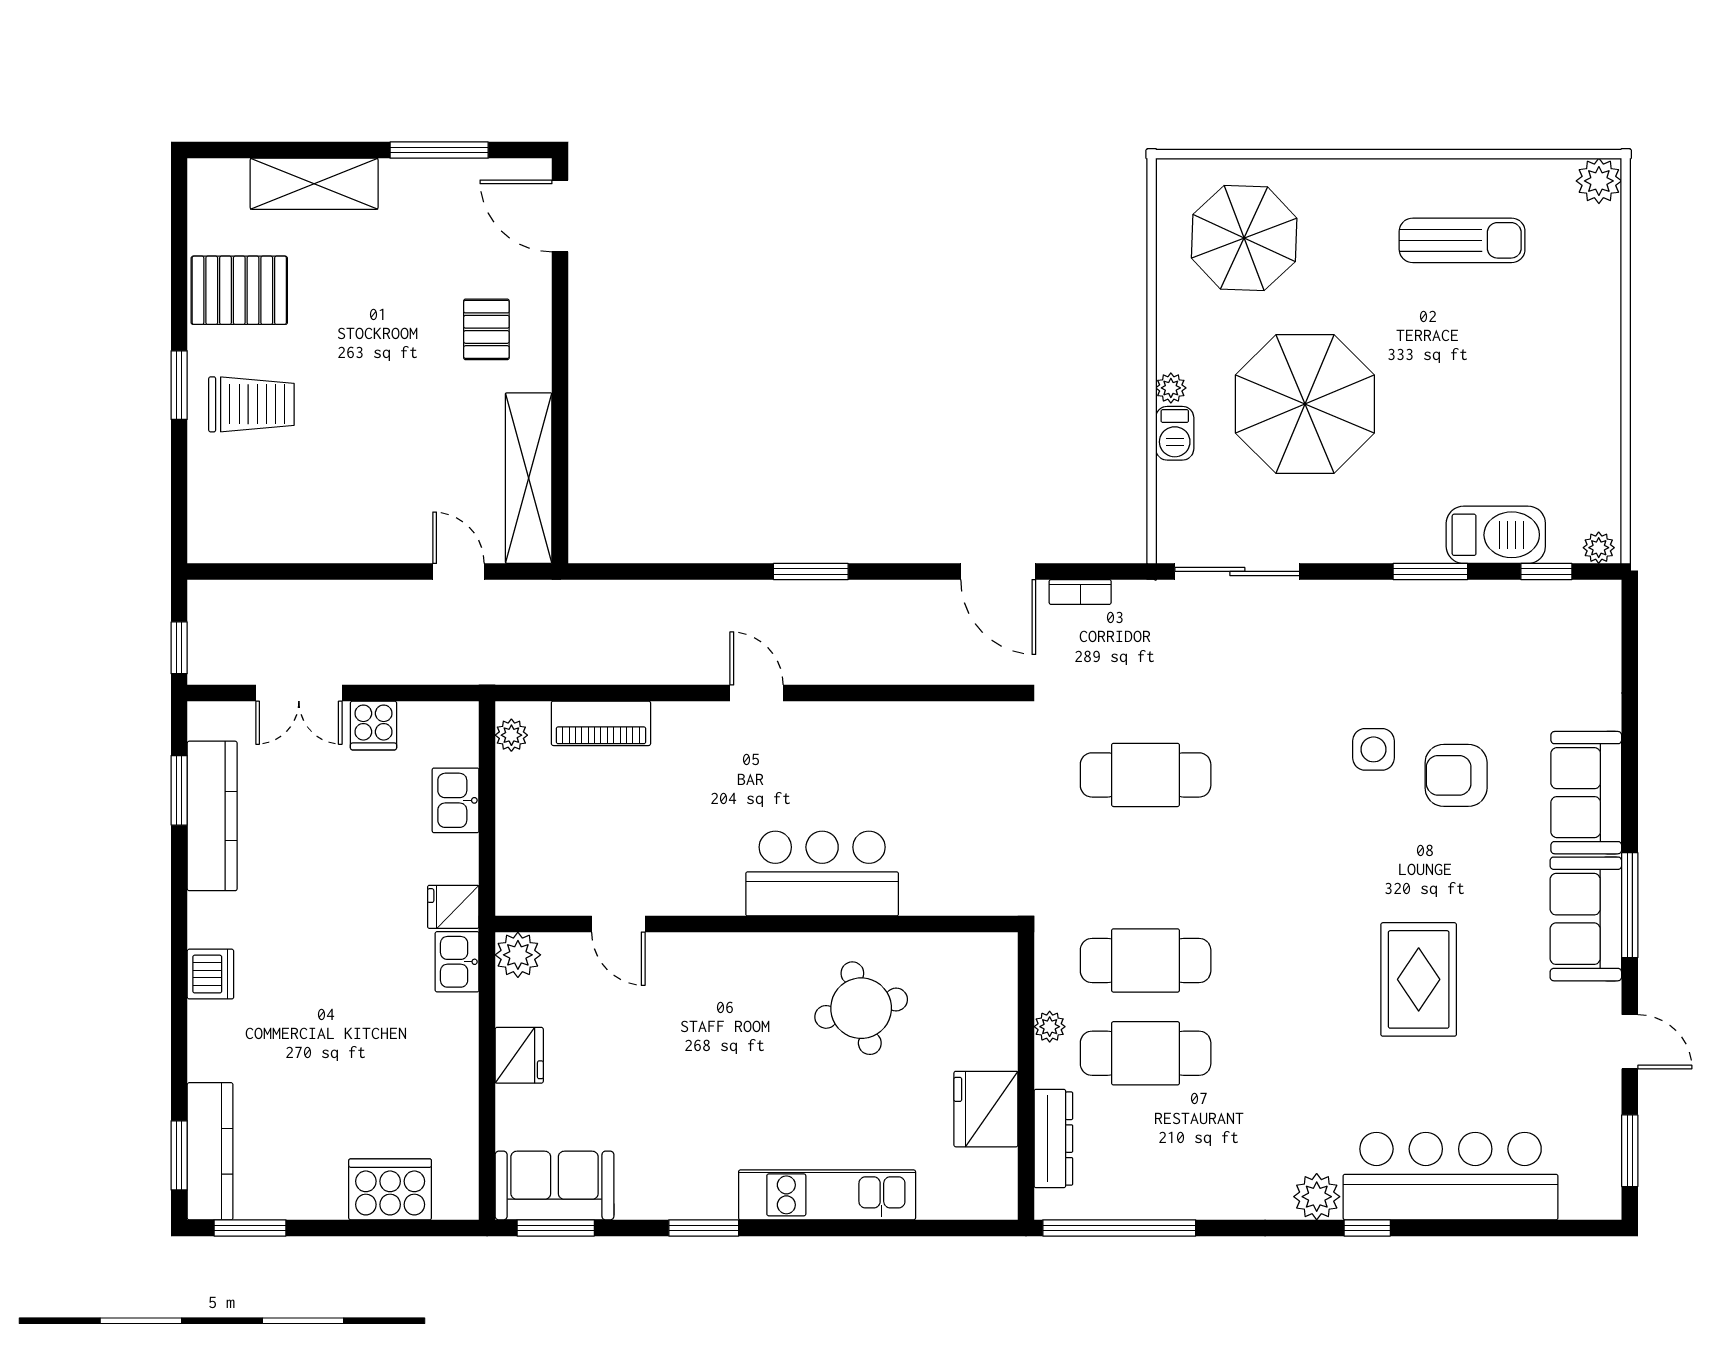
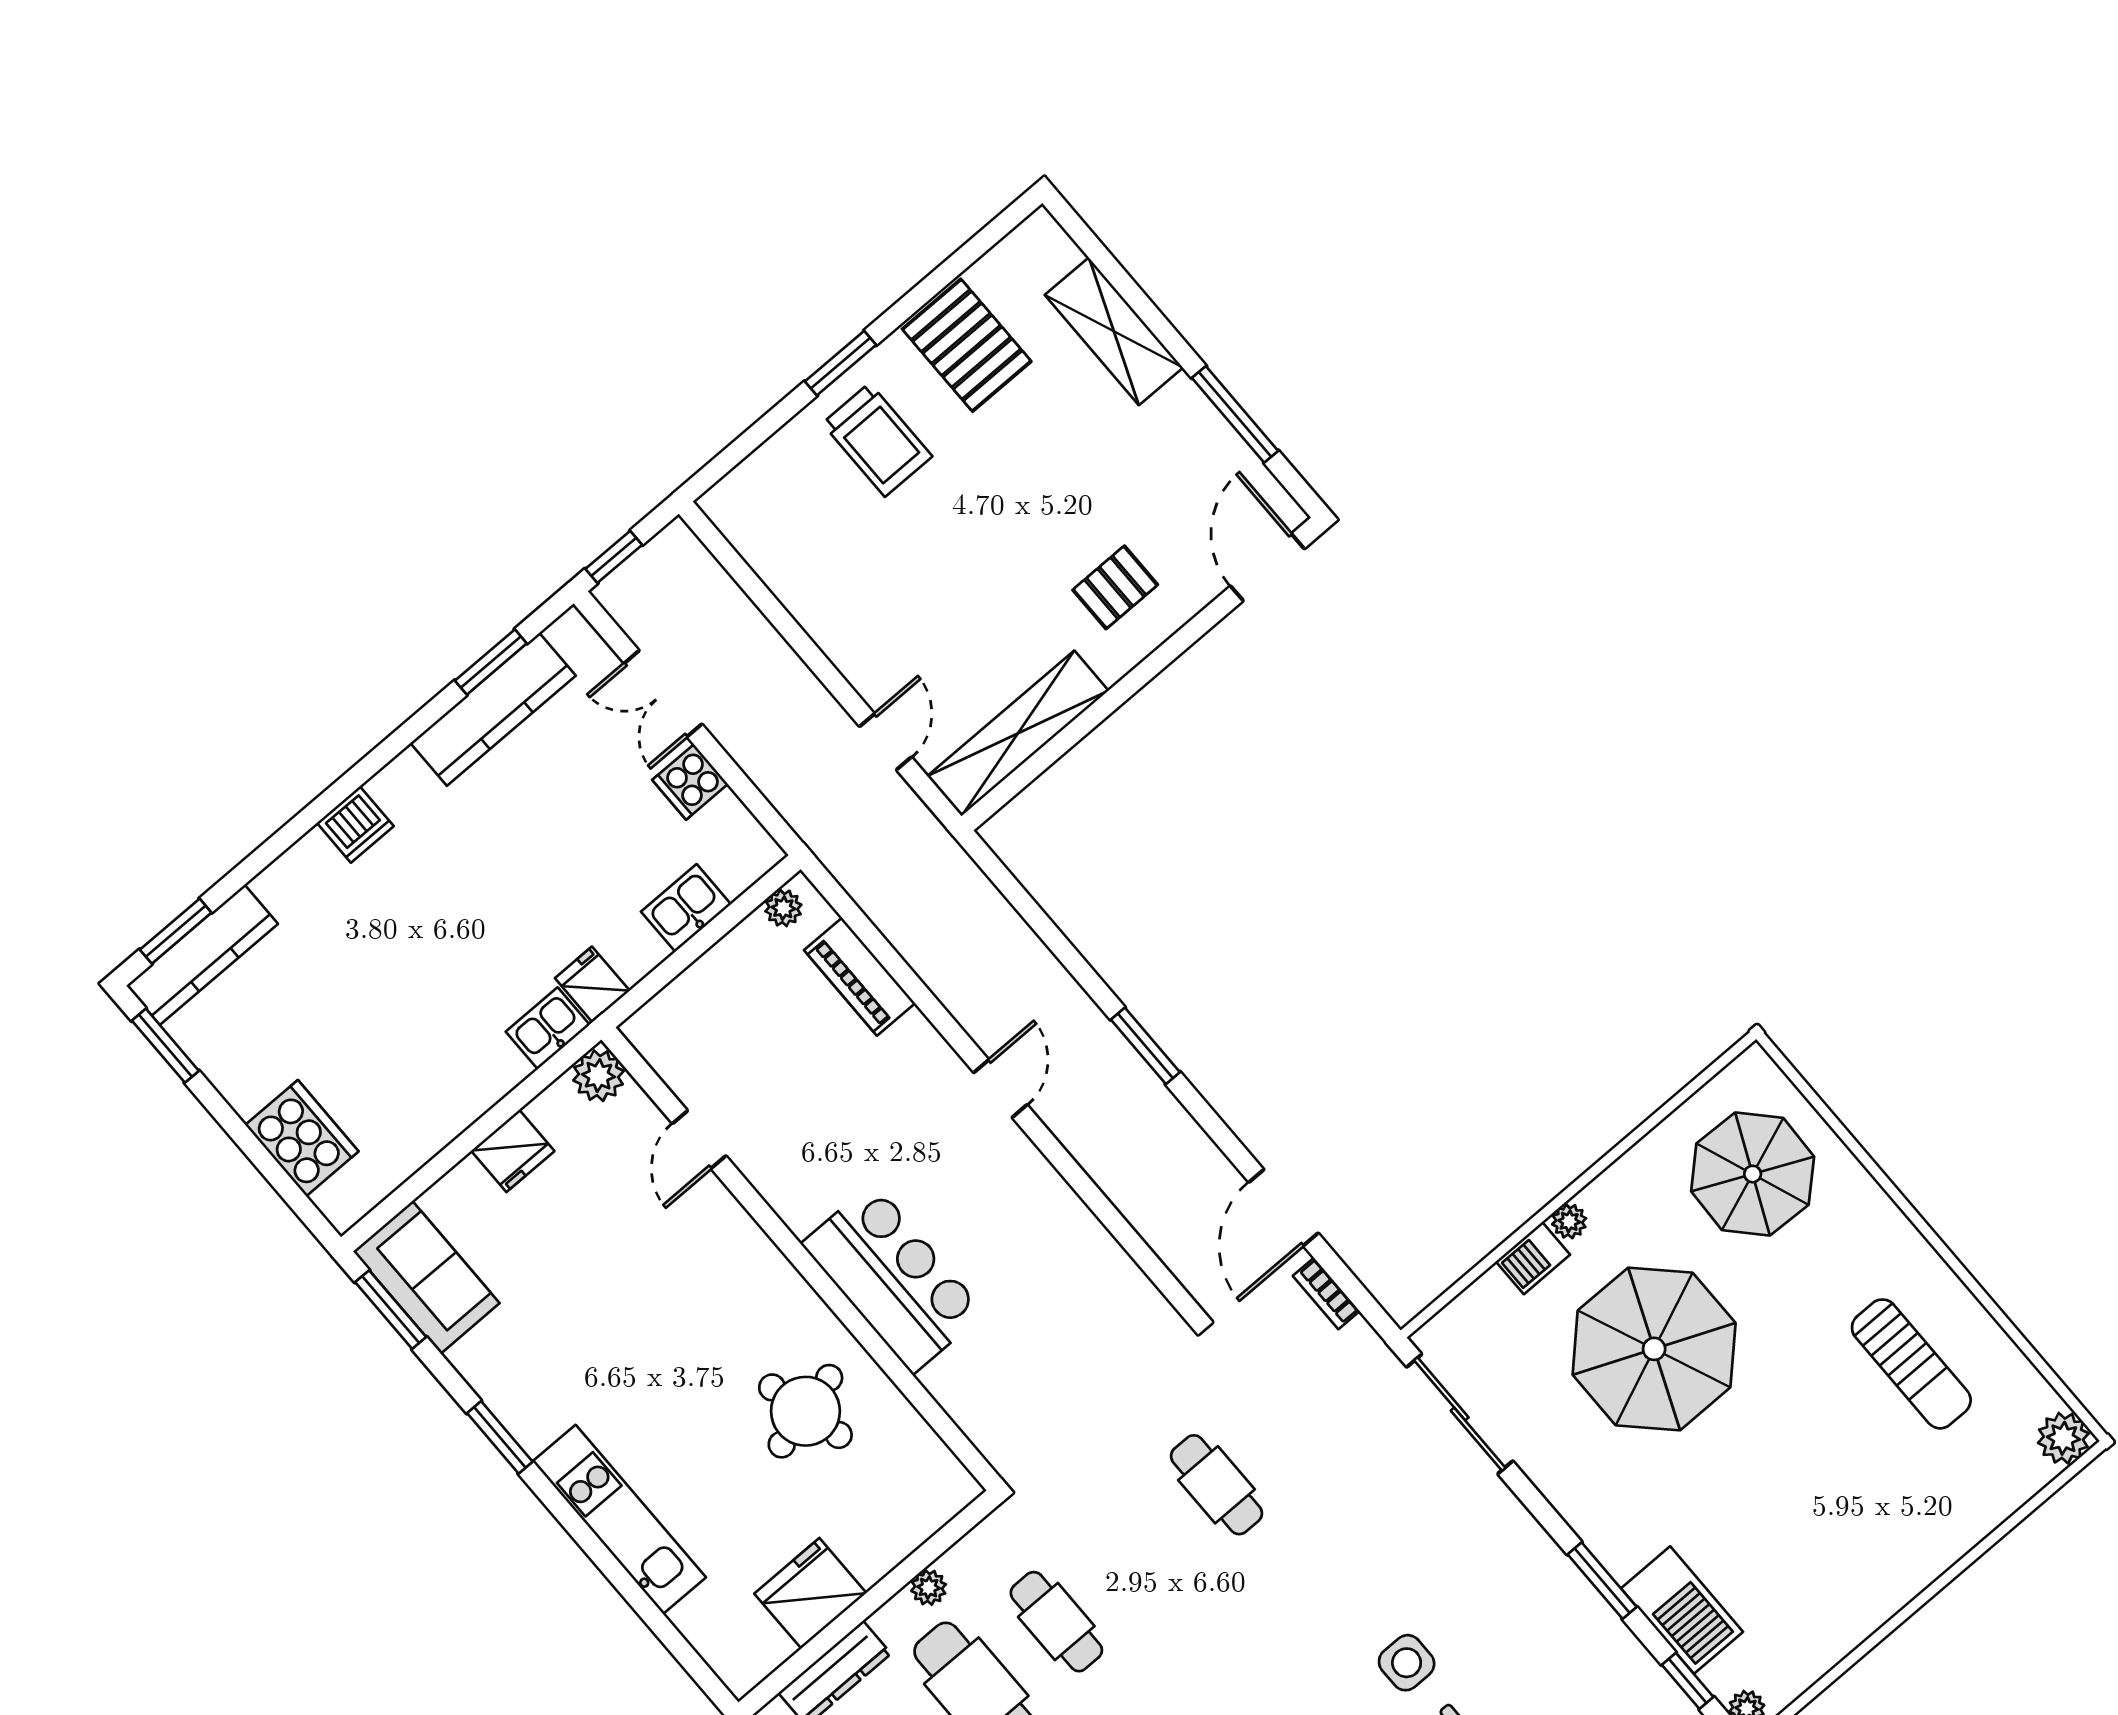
cafe table: (1146, 775) -> (1217, 1485), width x0.73, depth x0.74
cafe table: (1146, 960) -> (1056, 1622), width x0.73, depth x0.74

